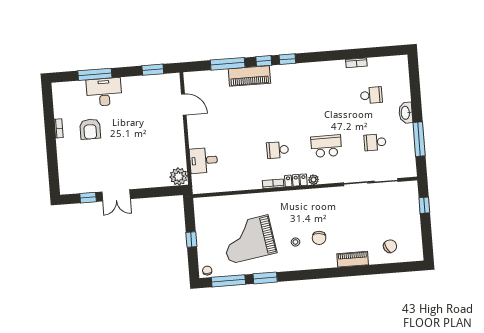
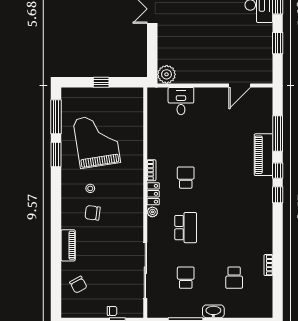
window: (153, 70) -> (278, 43), moved
chair: (207, 271) -> (112, 311), moved

